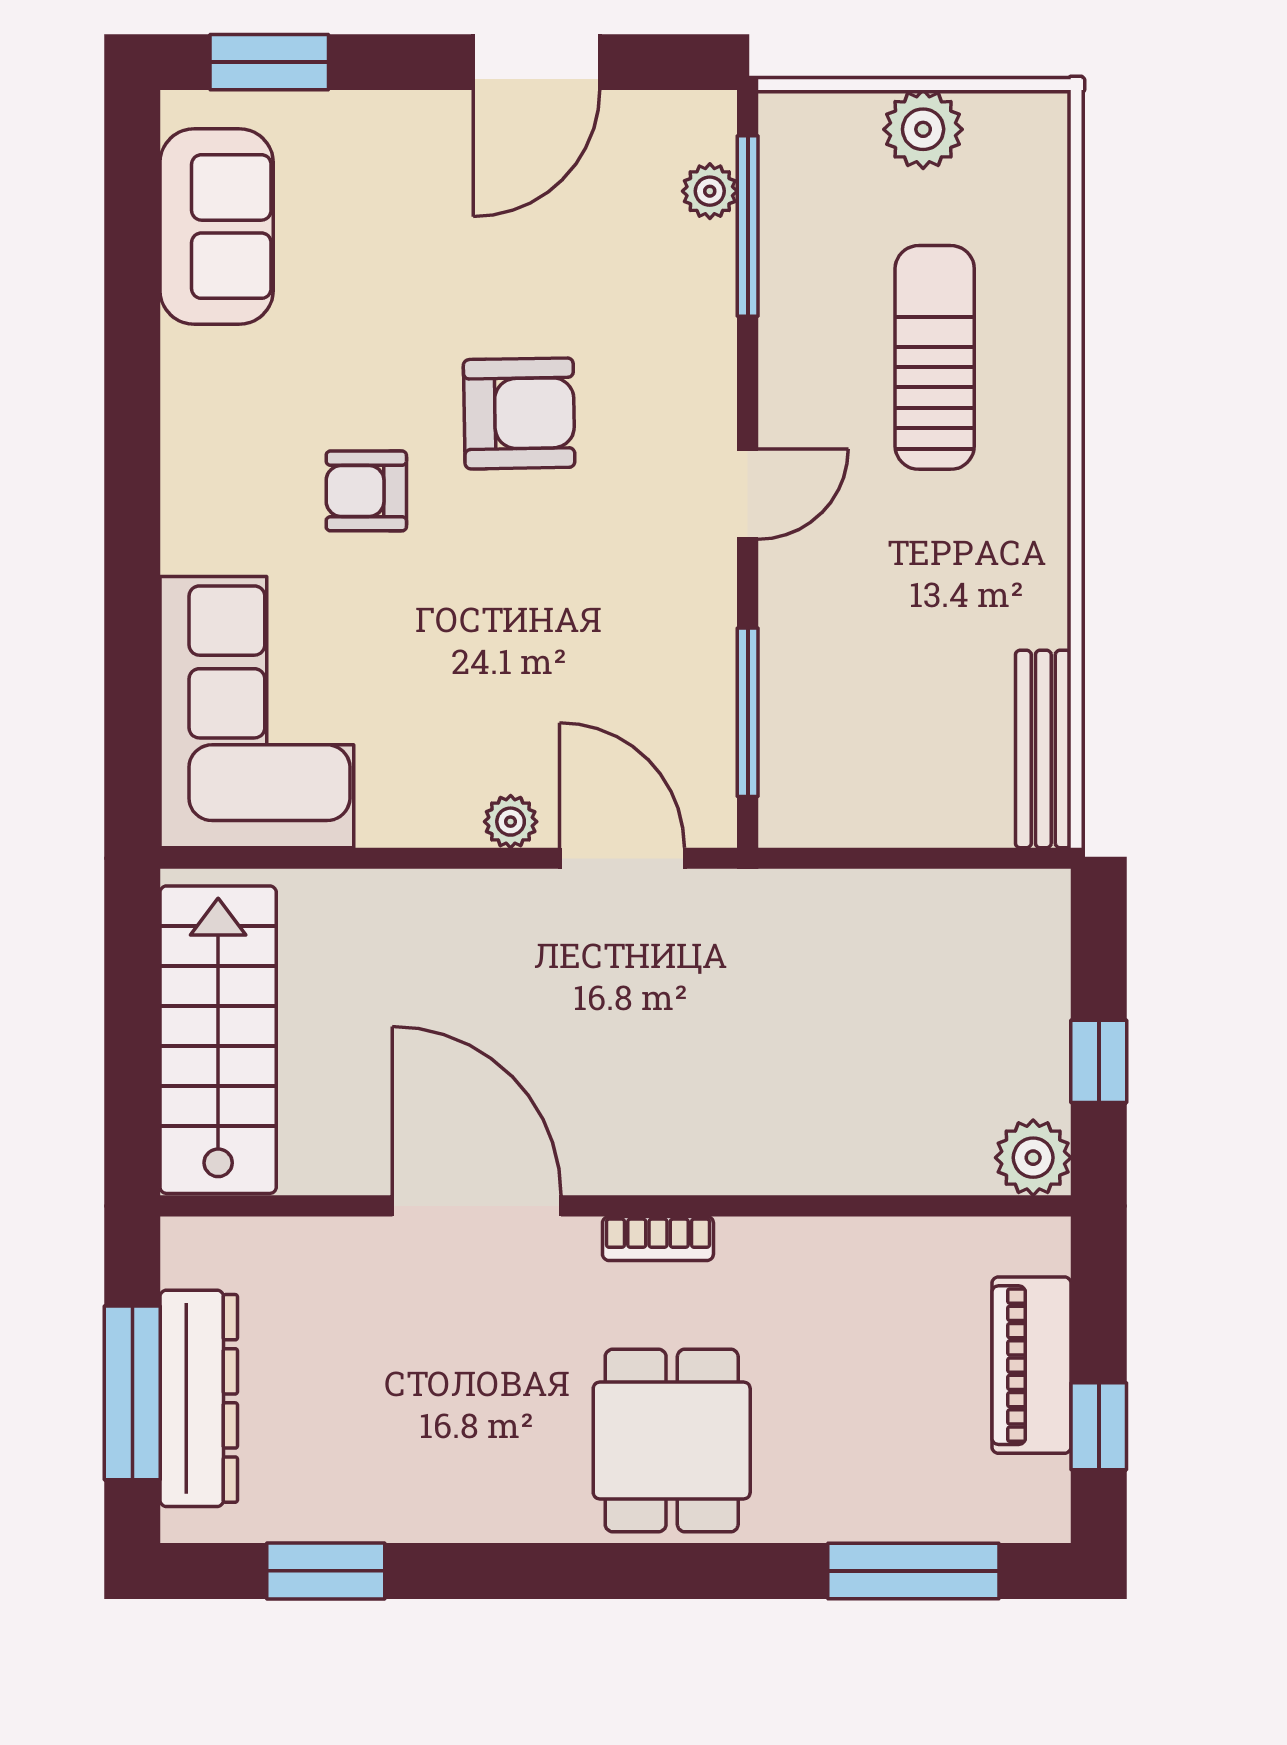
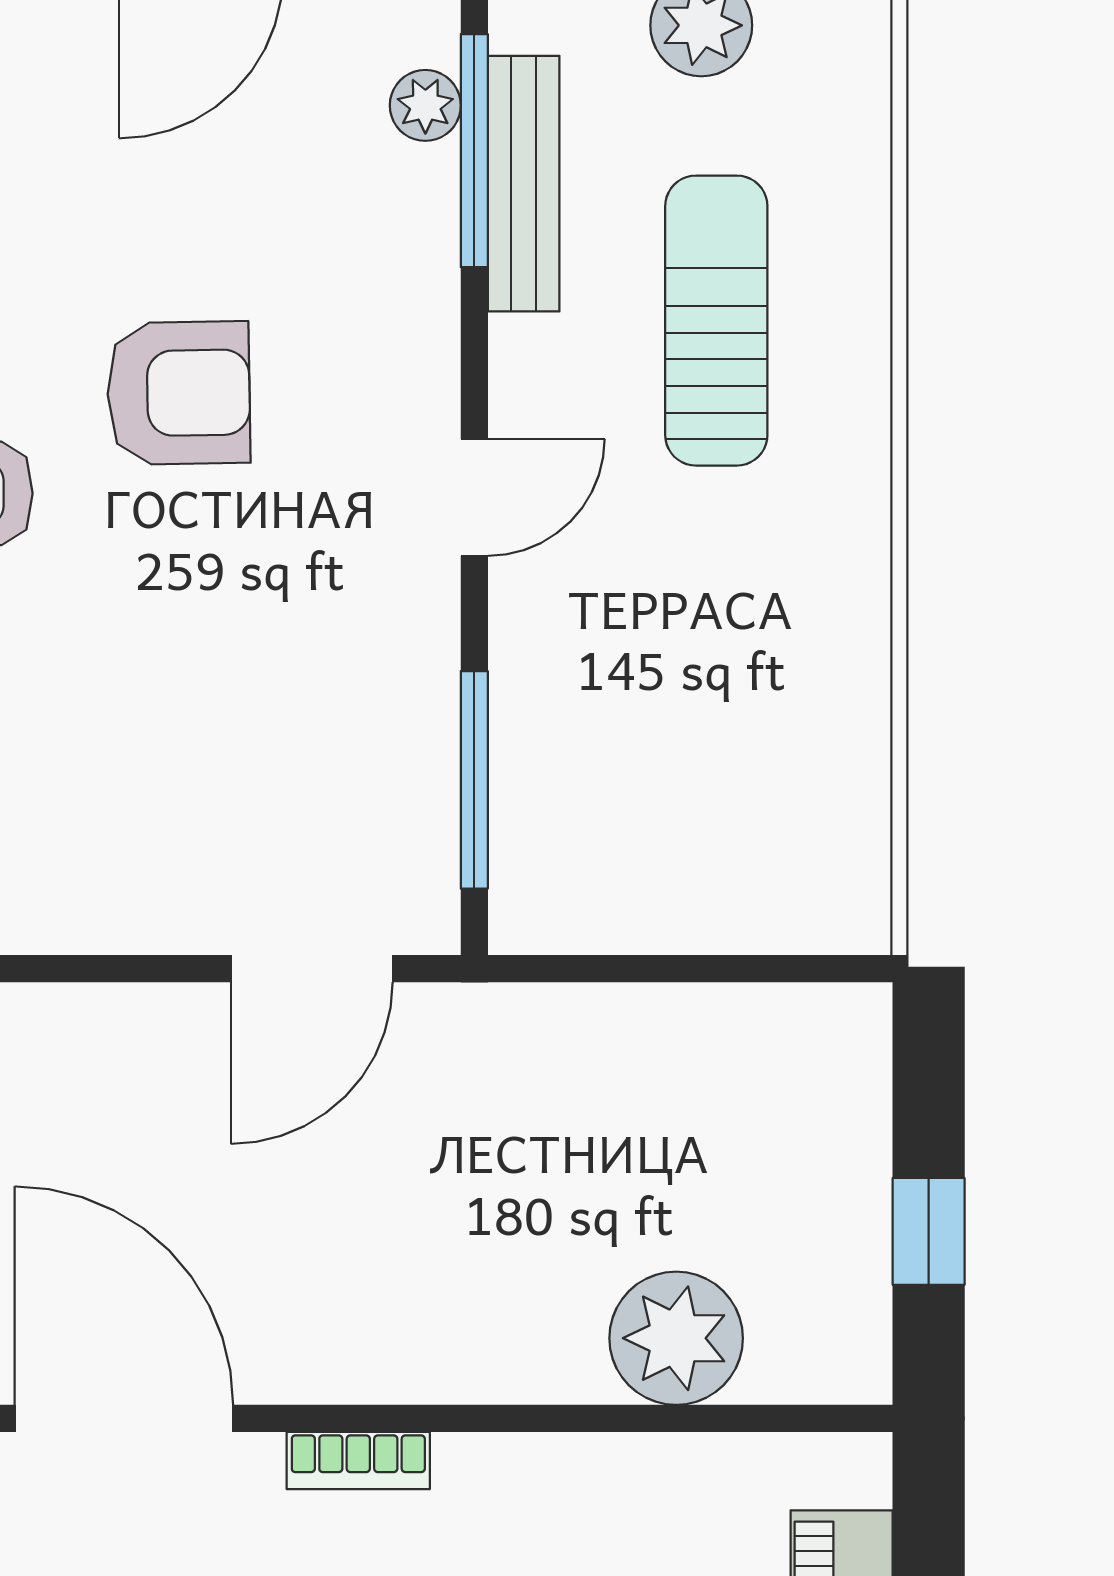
bench: (1043, 749) -> (524, 184), moved
plant: (511, 822) -> (167, 921), removed
door: (622, 858) -> (312, 969), swing flipped
plant: (1033, 1158) -> (676, 1338), moved, width x1.36, depth x1.36

